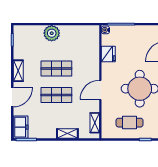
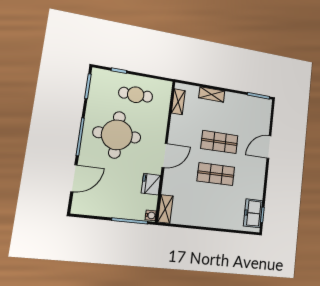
plant: (52, 33) -> (217, 218), removed
shelving: (18, 71) -> (165, 209), moved
door: (100, 90) -> (165, 155), moved
freezer: (21, 127) -> (253, 213), moved

